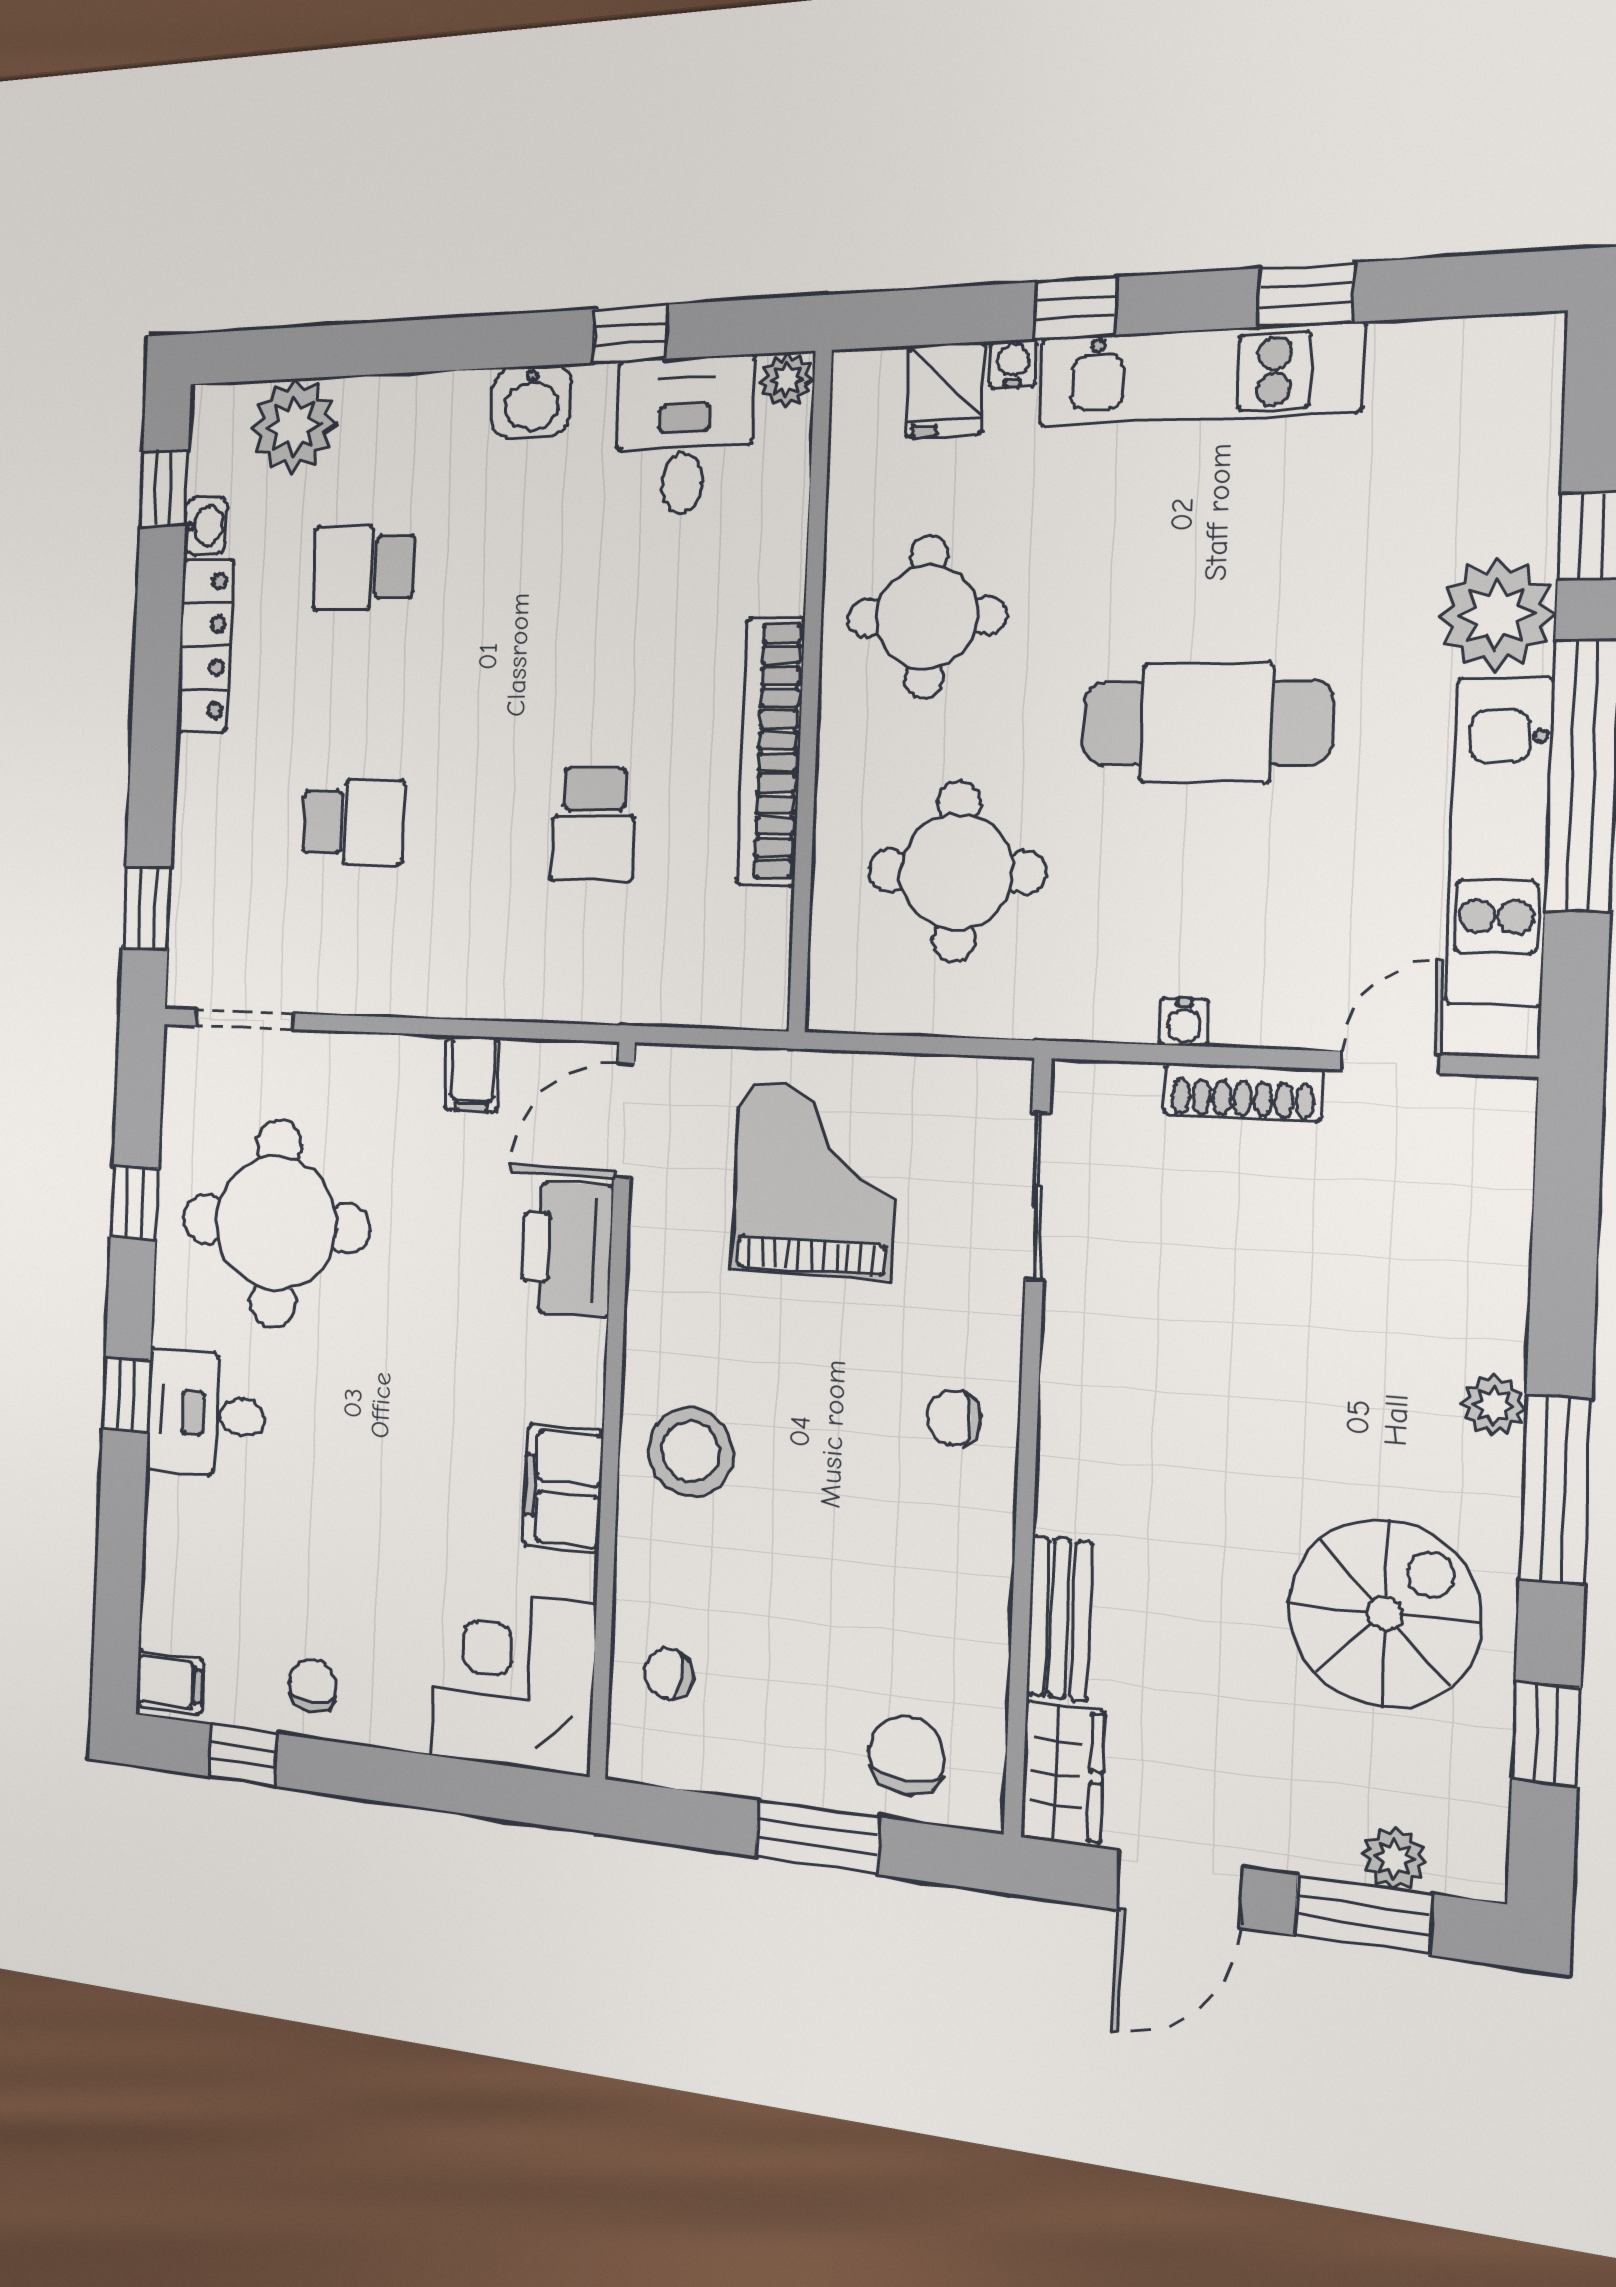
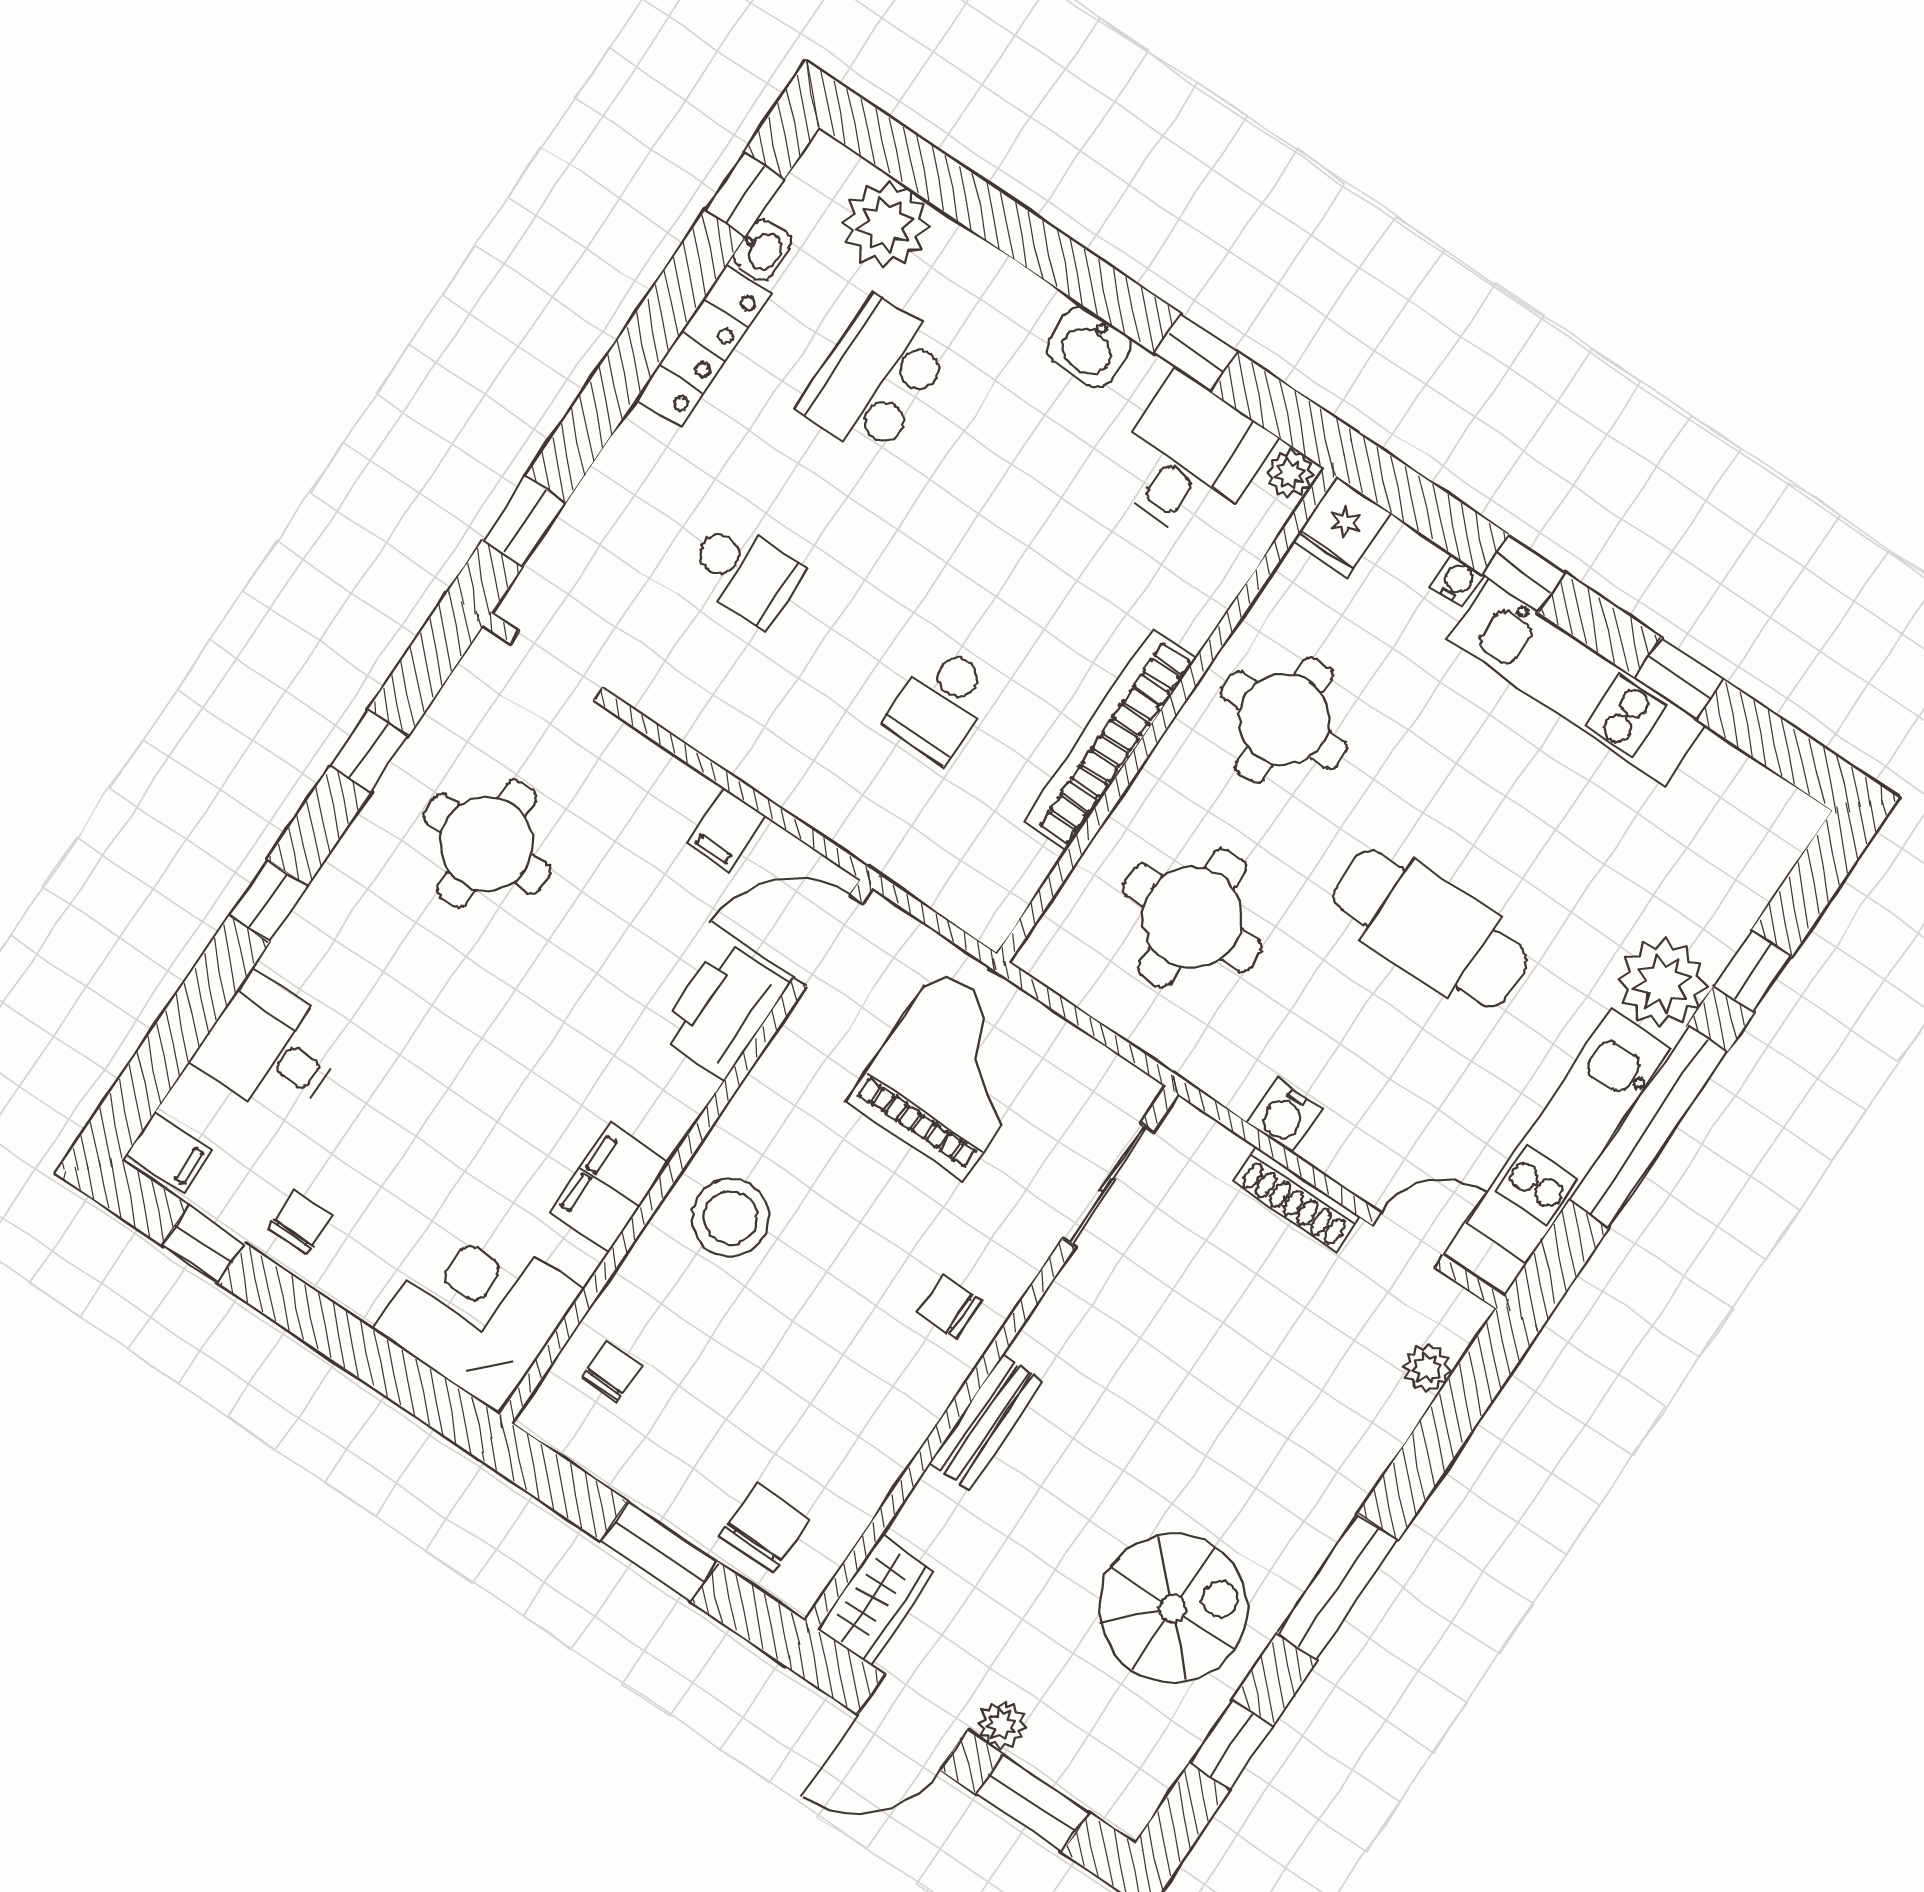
fridge: (945, 390) -> (1342, 527), moved
school desk: (363, 567) -> (875, 378), width x1.85
water cooler: (1184, 1022) -> (1284, 1116), width x1.38, depth x1.38
round table: (276, 1223) -> (487, 844), width x0.73, depth x0.73
plant: (1494, 1405) -> (1427, 1368), moved
desk: (206, 1414) -> (271, 1049), moved
bench: (1060, 1618) -> (987, 1422), moved
chair: (668, 1673) -> (612, 1371), turned 84
plant: (1394, 1858) -> (1002, 1725), moved

